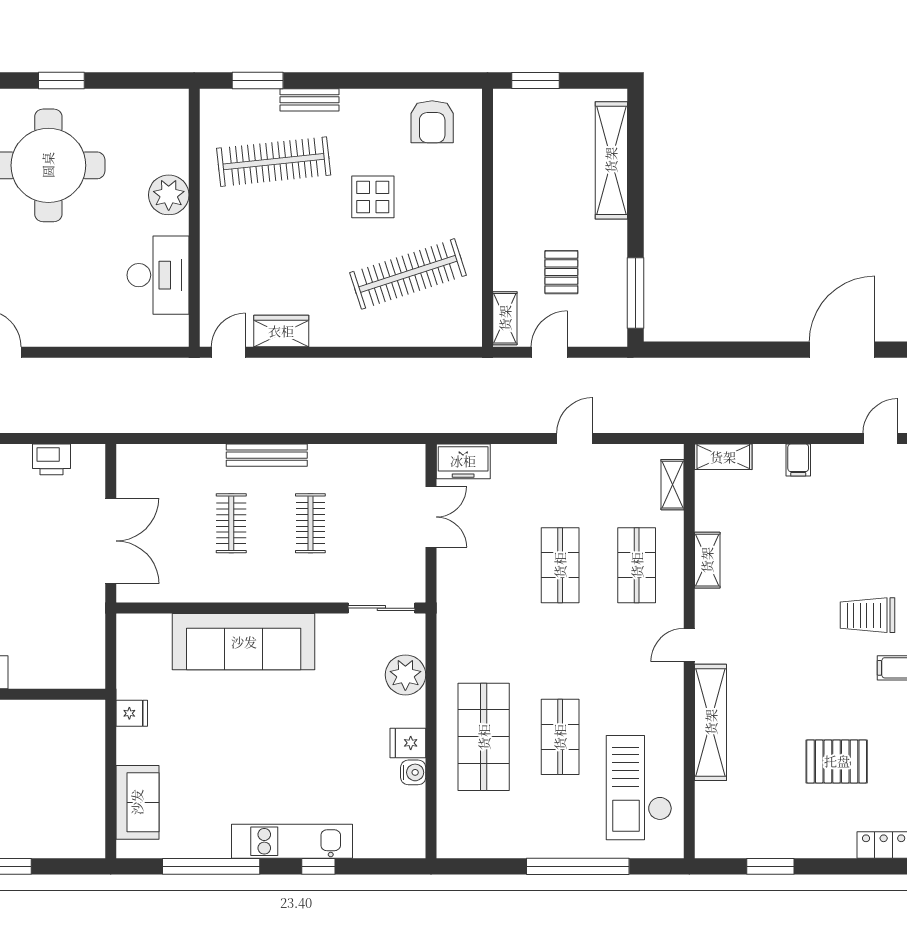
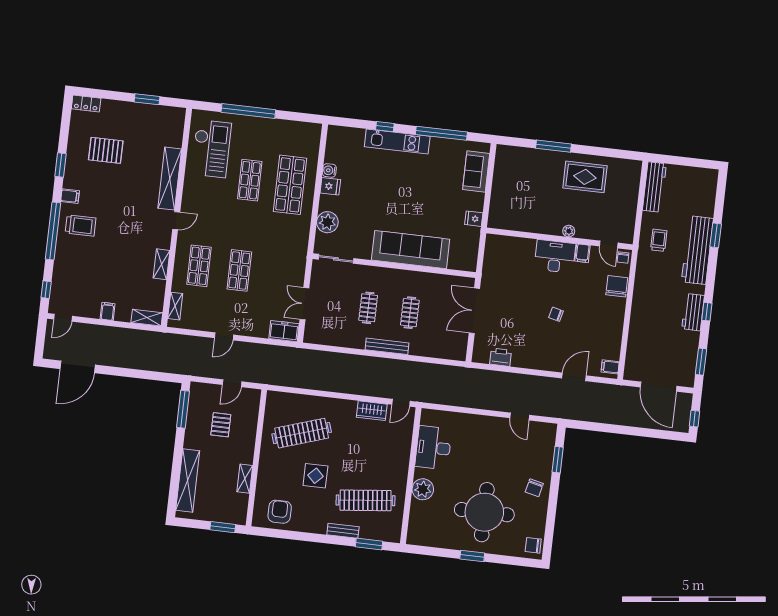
shelving: (505, 318) -> (245, 479), moved

